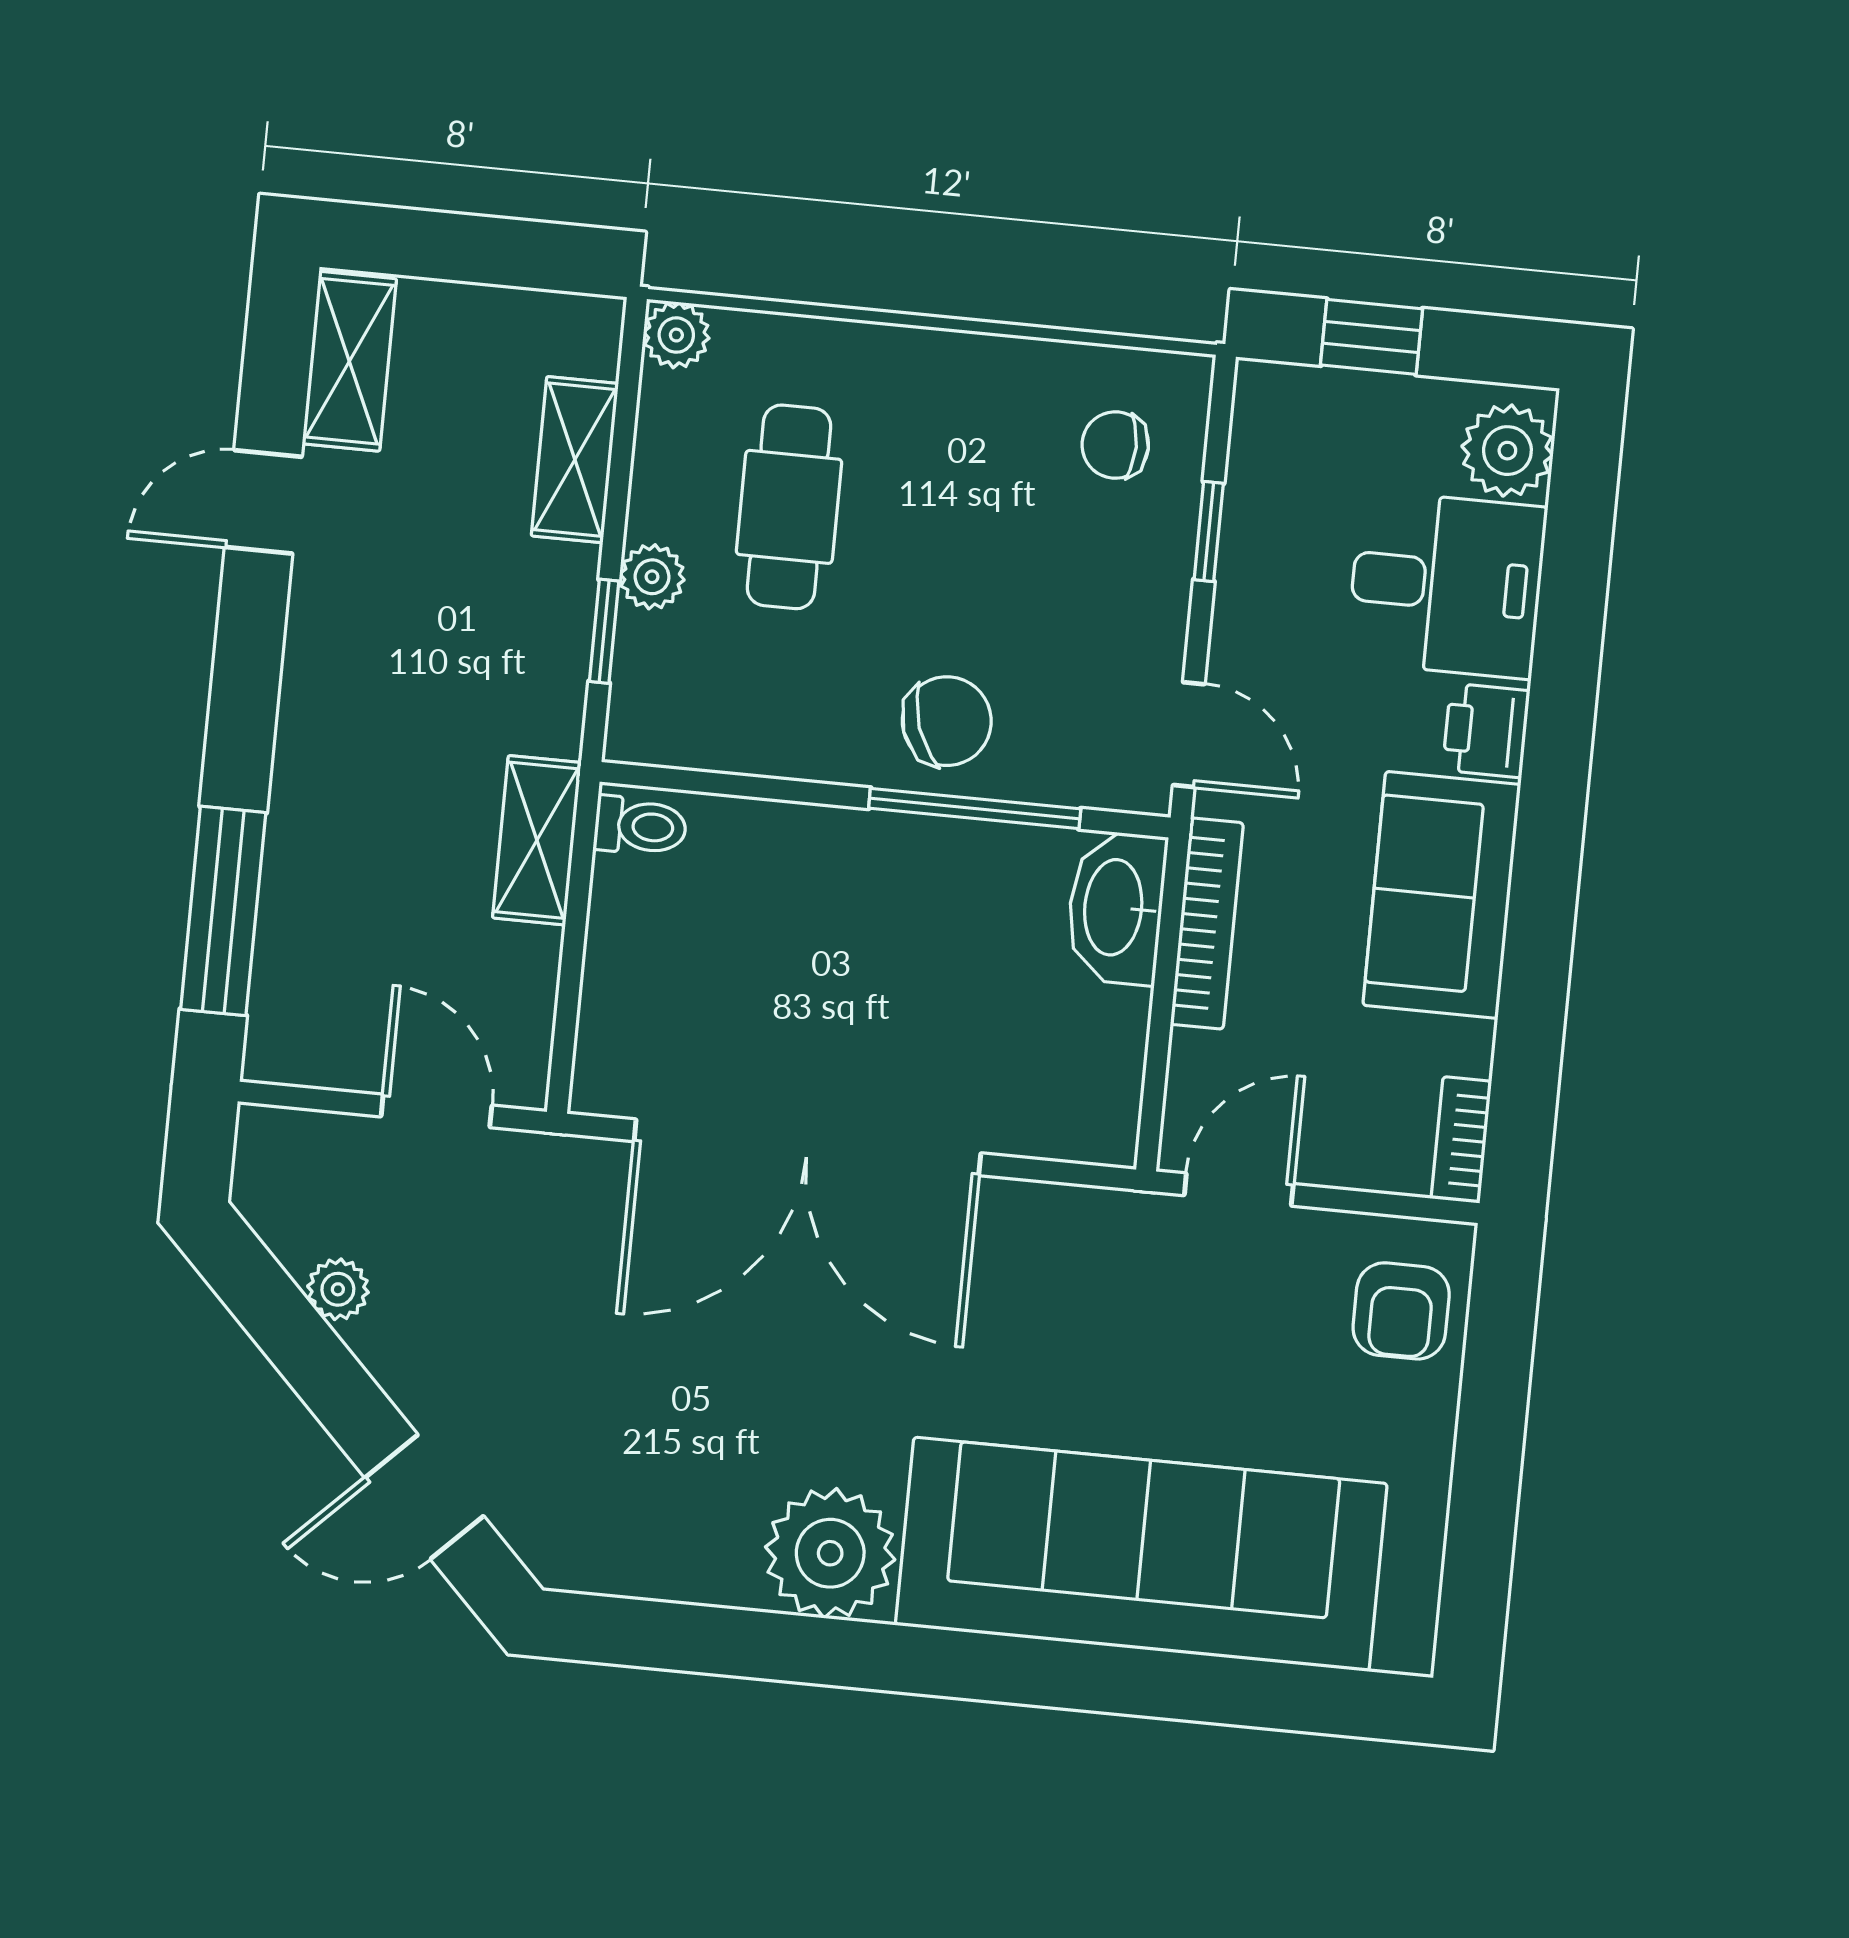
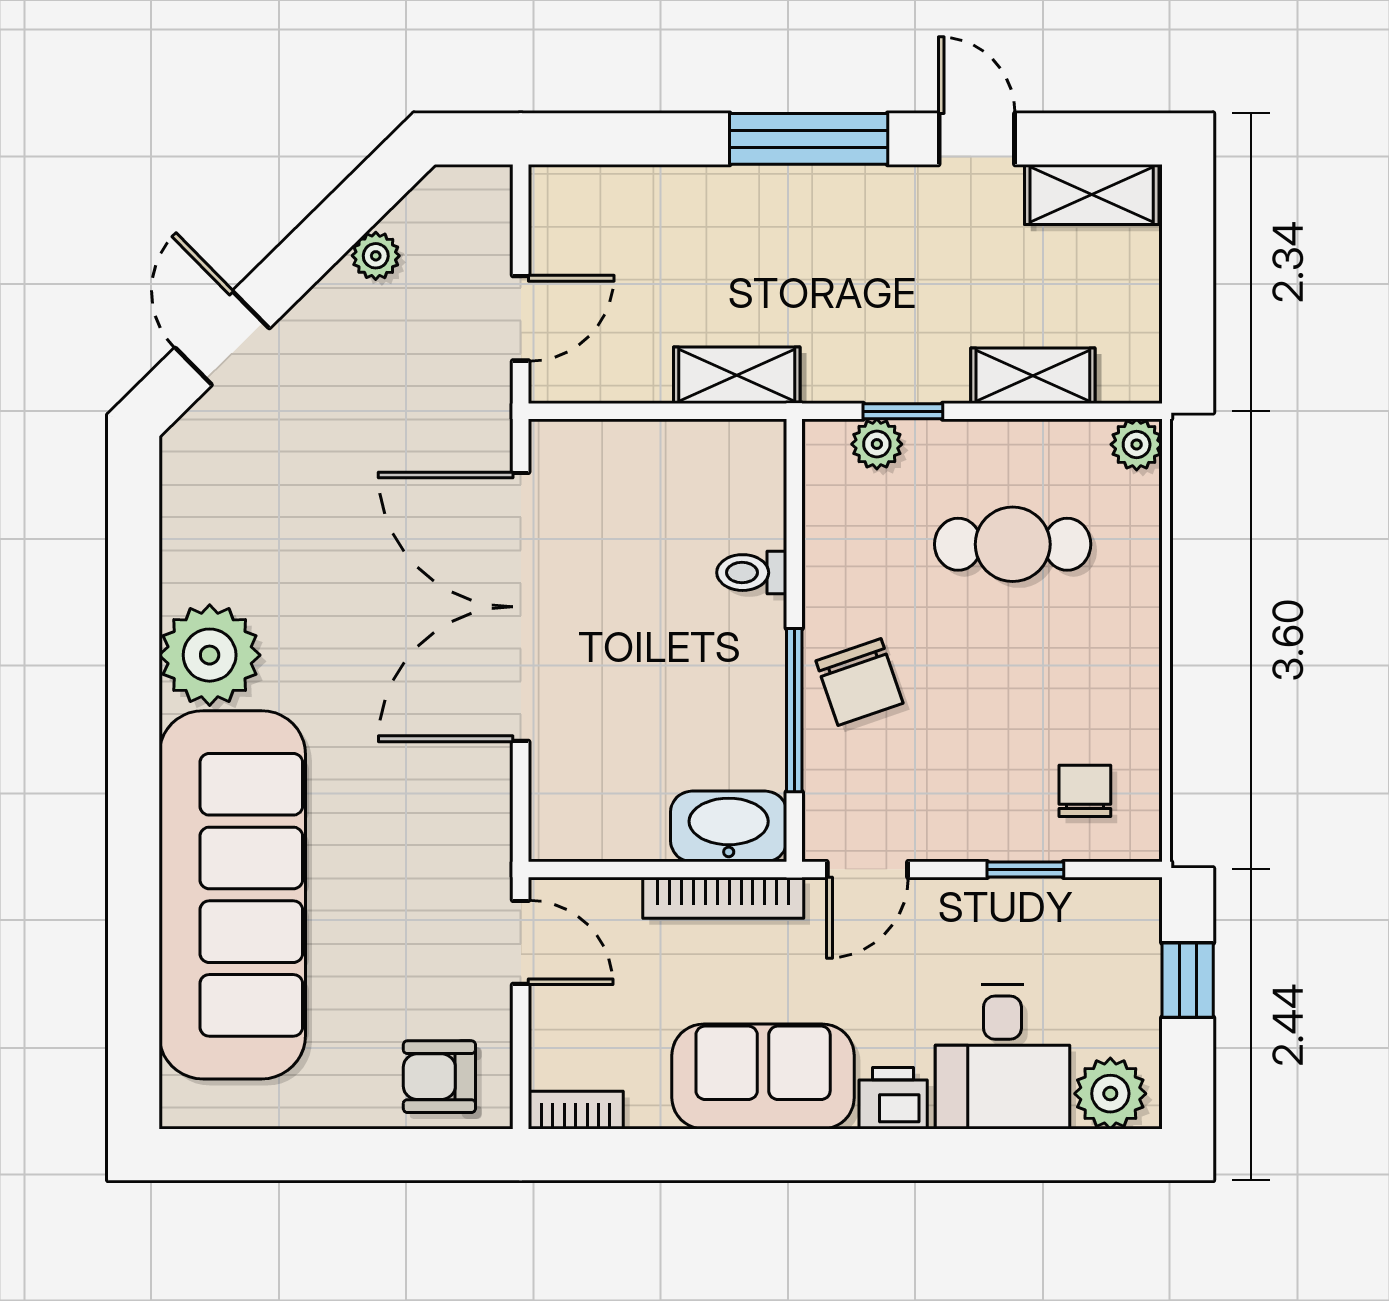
plant: (652, 577) -> (877, 444), moved
toilet: (640, 826) -> (752, 573), moved, turned 90
window: (223, 911) -> (809, 139), moved

